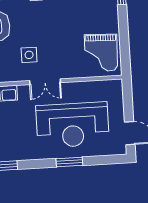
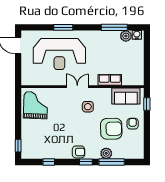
reception desk: (72, 125) -> (59, 54), turned 180

